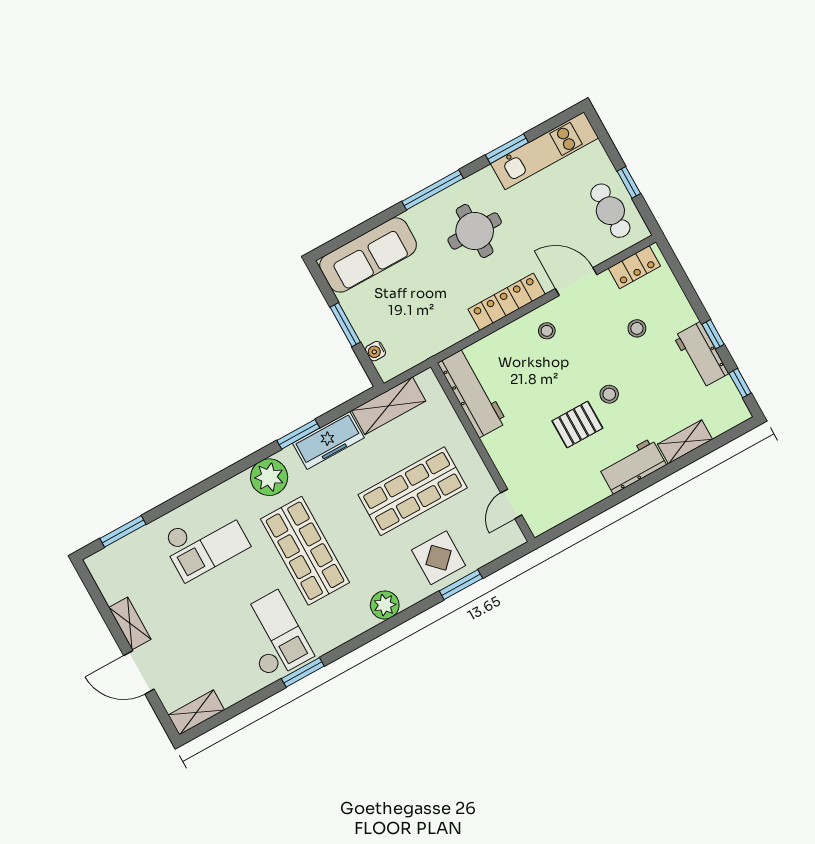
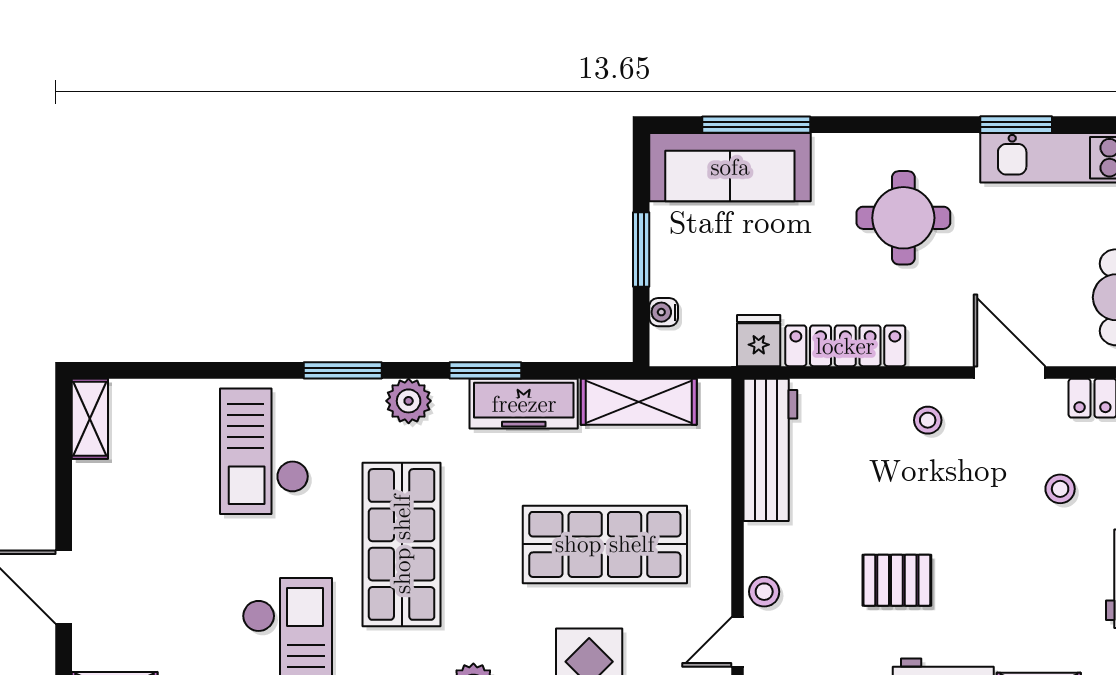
window: (433, 190) -> (756, 125), moved
locker: (507, 302) -> (845, 346), moved
fridge: (434, 338) -> (759, 341), added
stool: (609, 394) -> (764, 592), moved
plant: (269, 477) -> (409, 401), width x0.73, depth x0.73
window: (123, 531) -> (343, 370), moved
checkout: (205, 542) -> (264, 451), turned 90
shelving: (130, 623) -> (90, 419), moved

